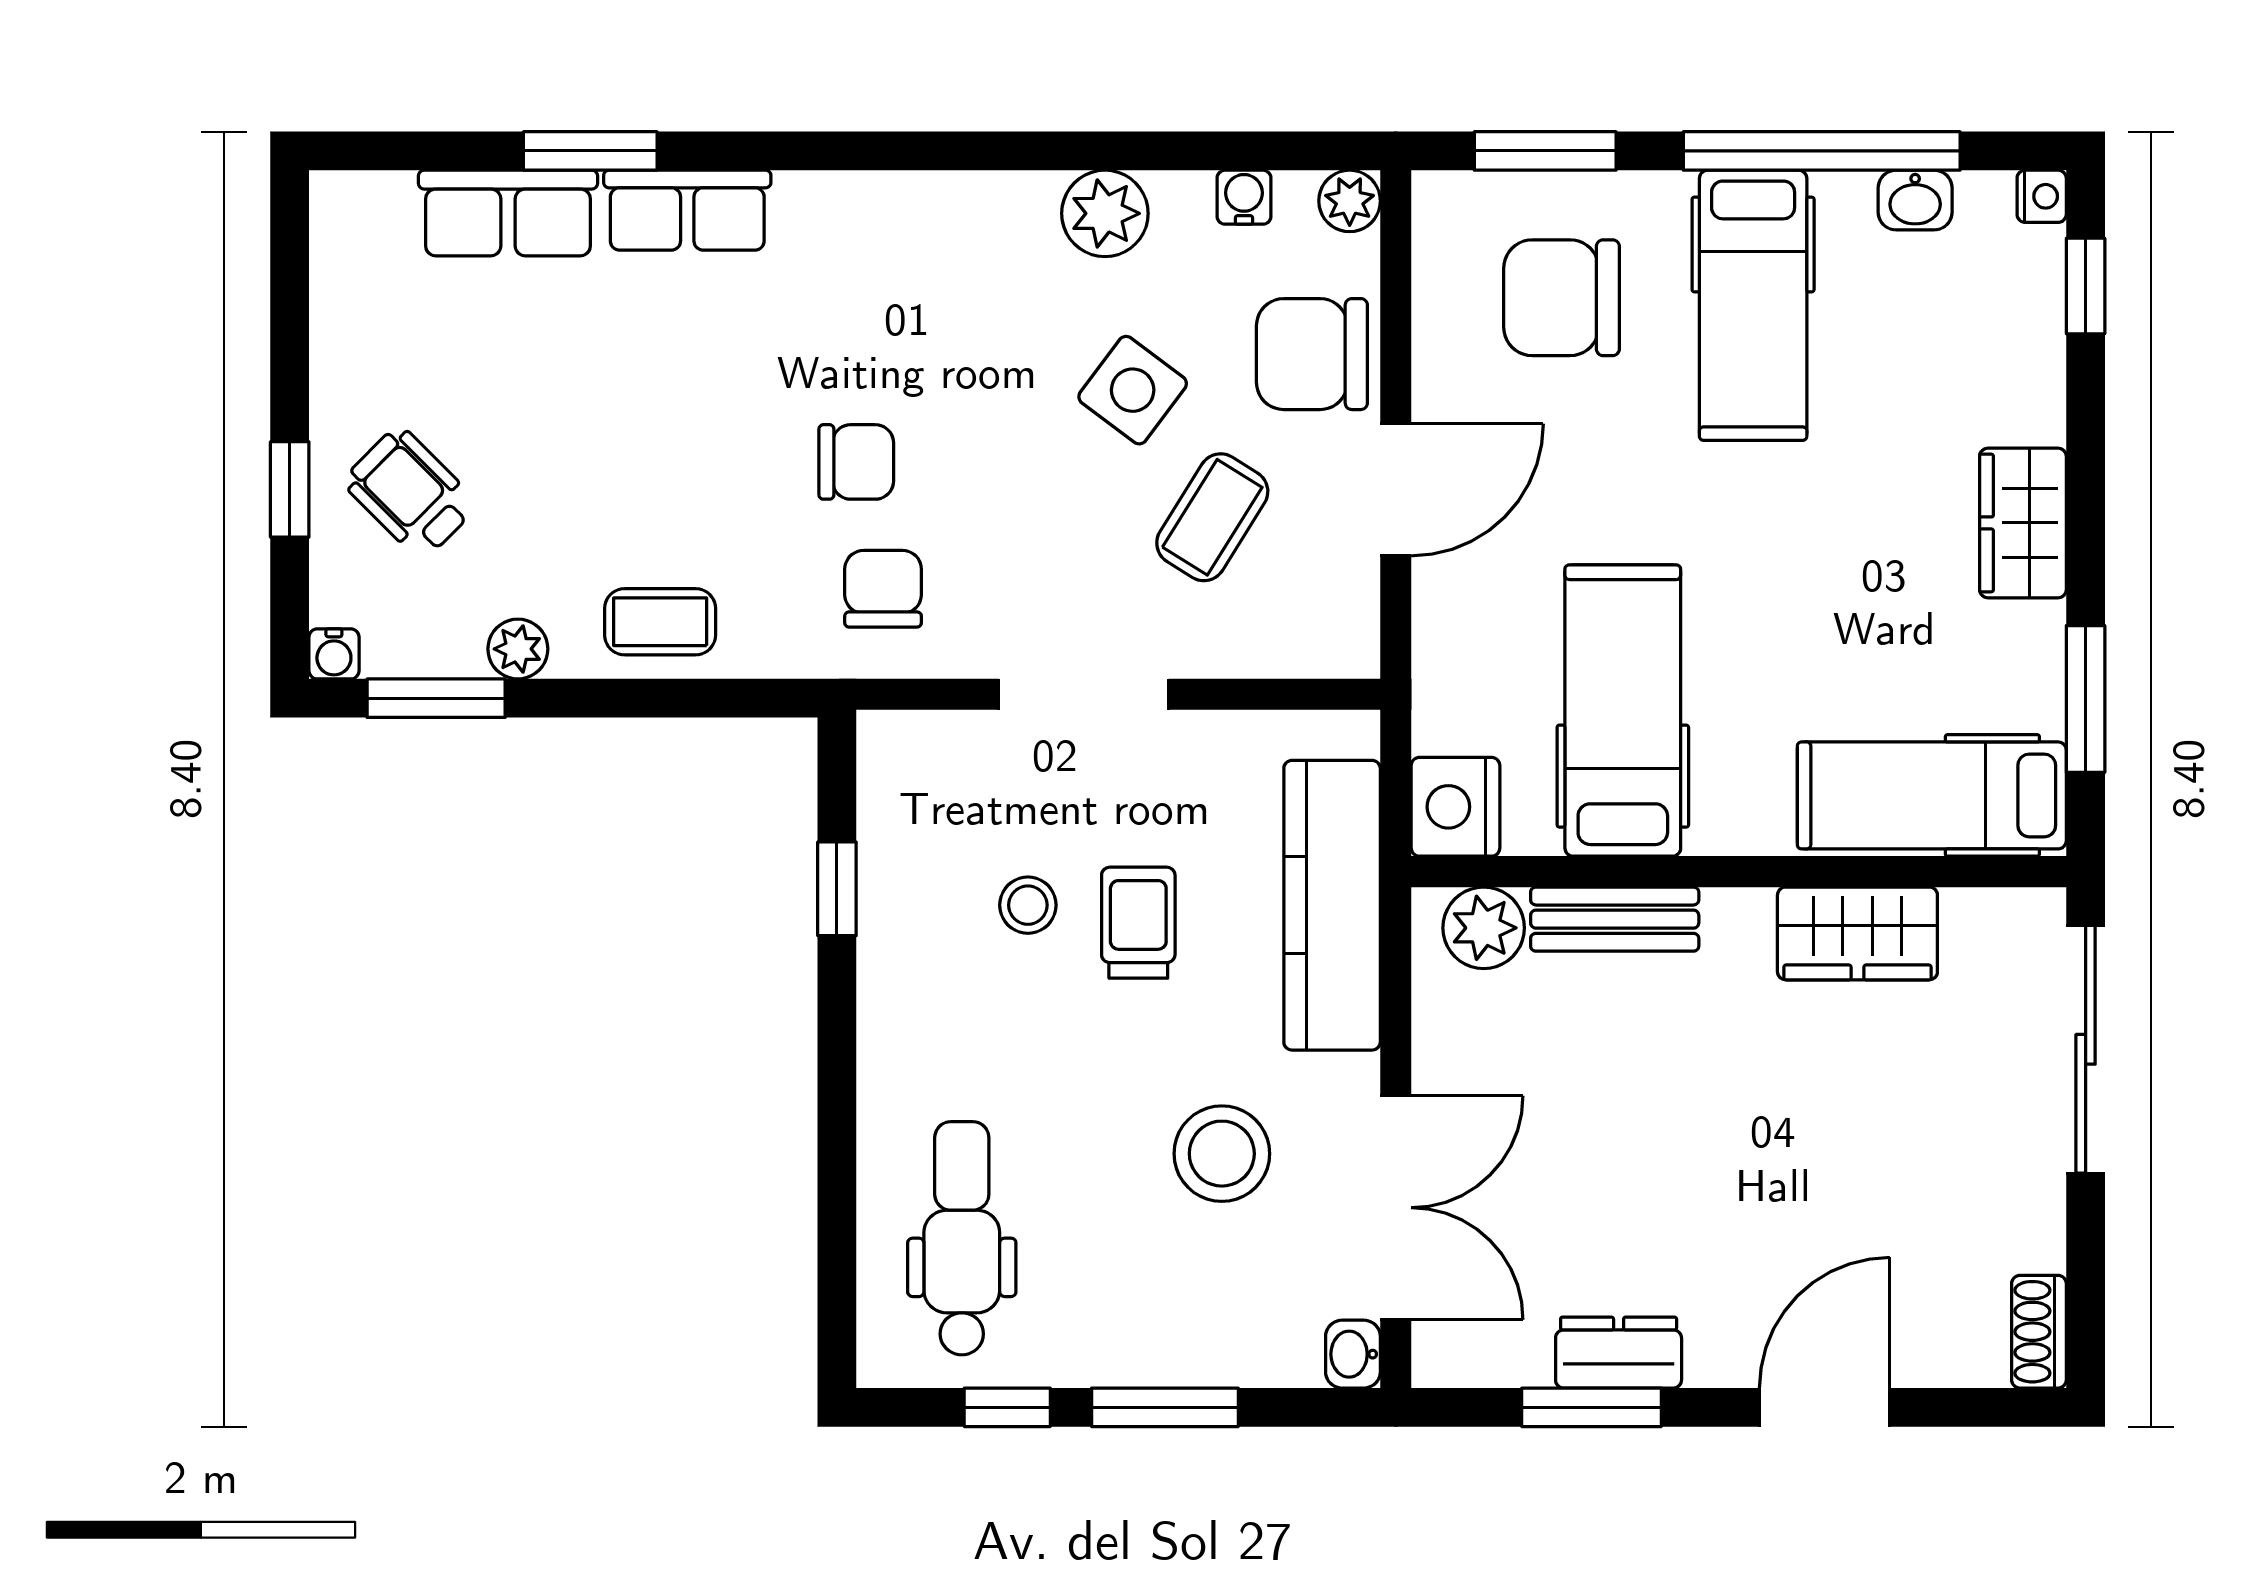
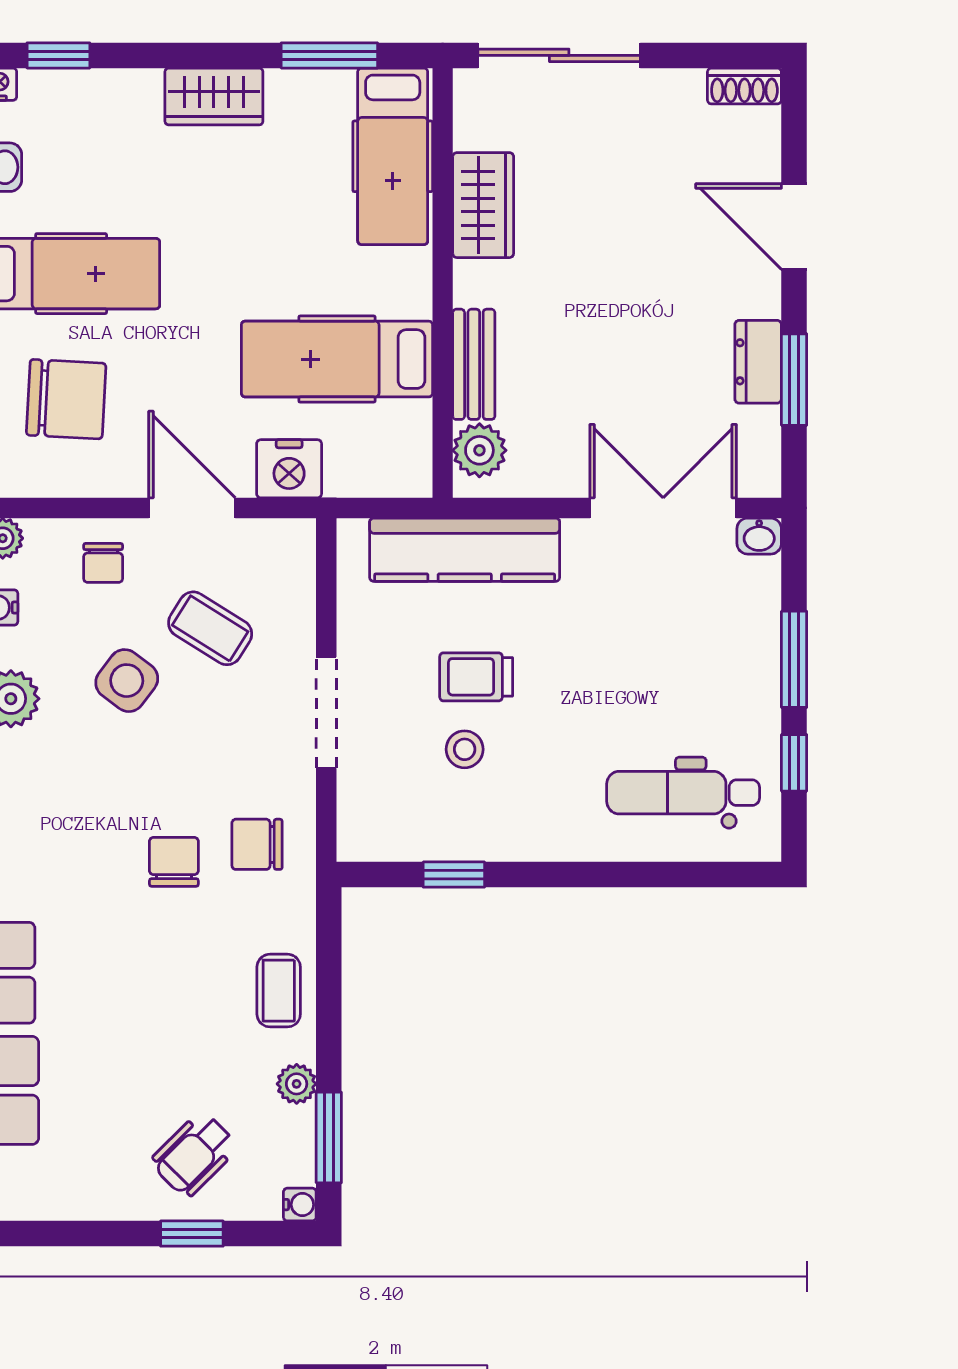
chair: (1562, 298) -> (66, 399), turned -87
chair: (1312, 354) -> (103, 563), width x0.54, depth x0.54
nightstand: (1455, 807) -> (289, 469), moved
stool: (1222, 1154) -> (628, 622), removed

